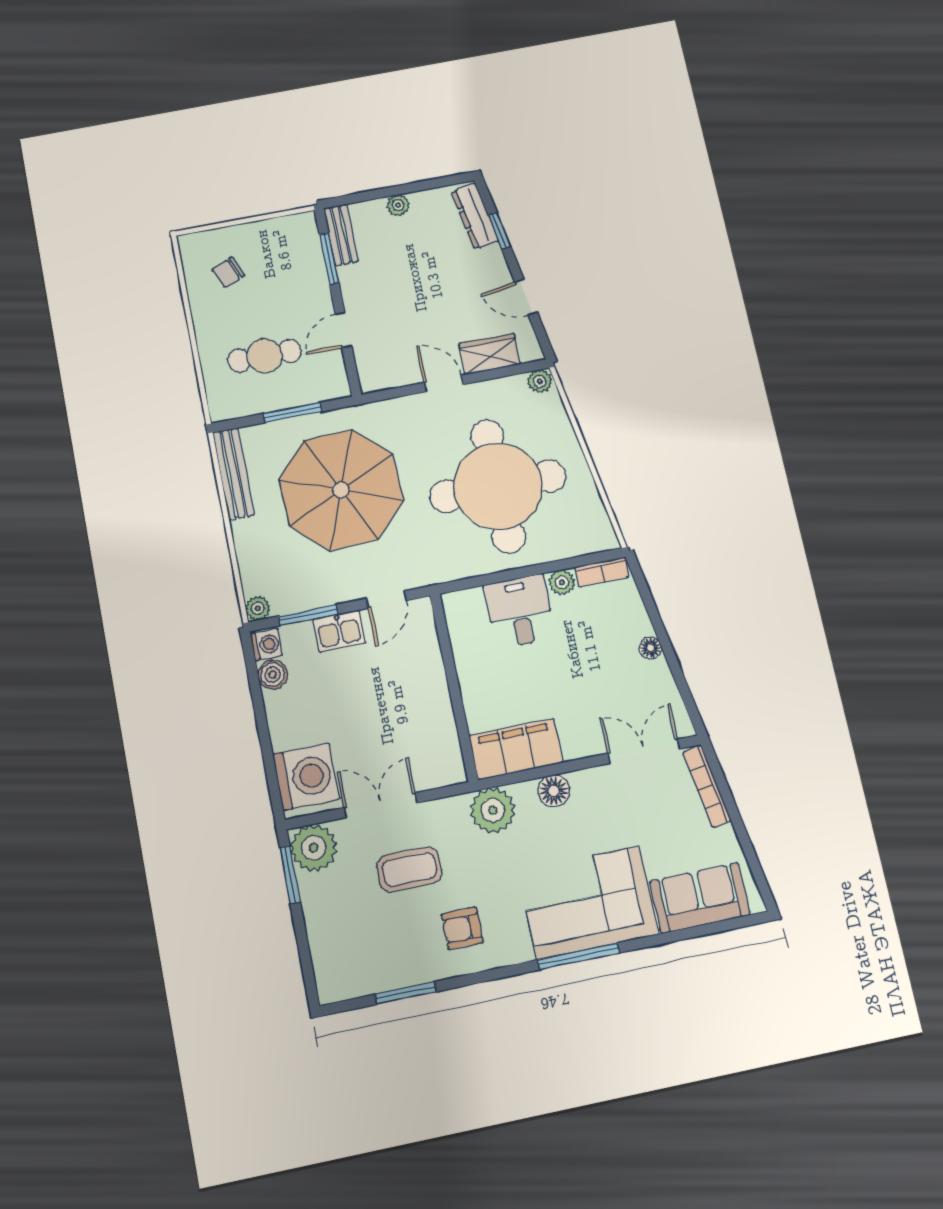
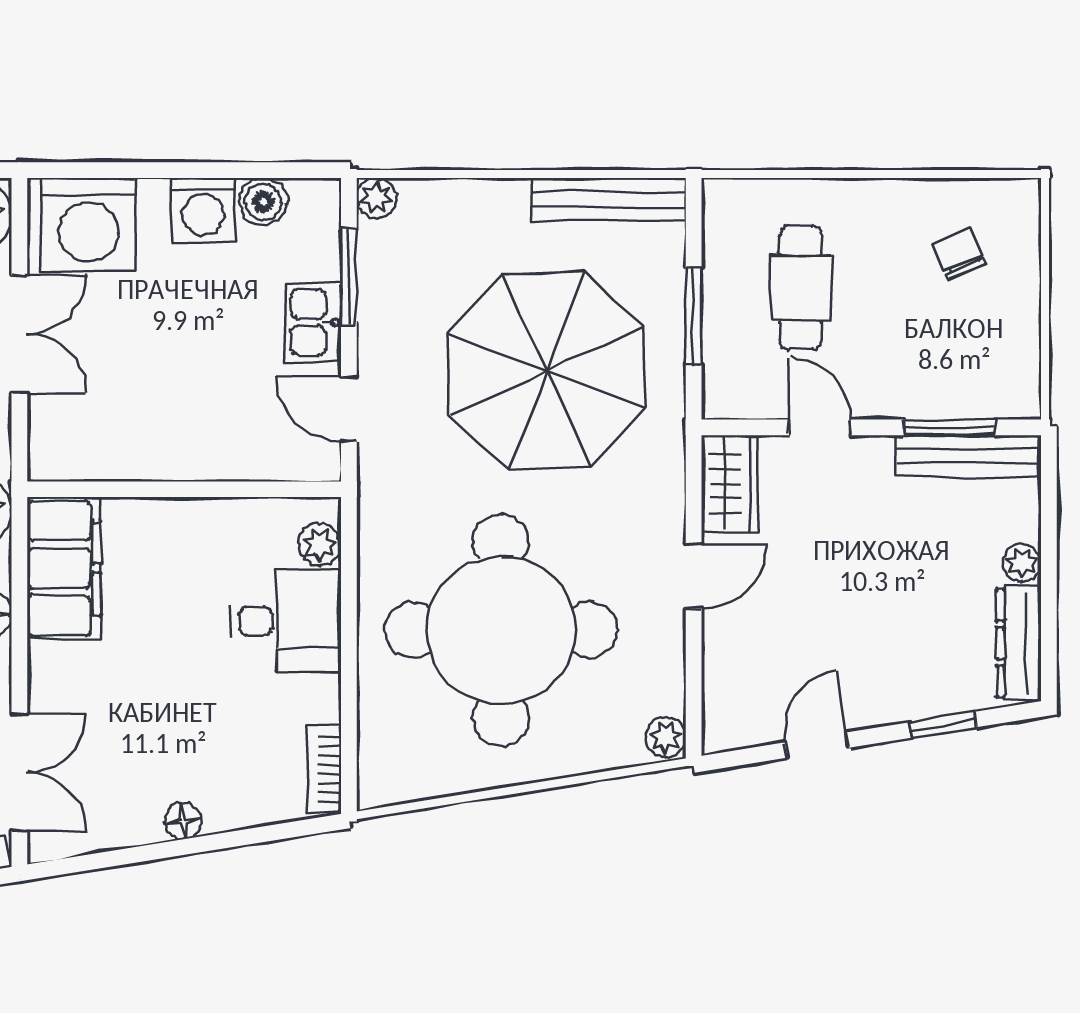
dresser: (475, 216) -> (1019, 643), moved, turned -81
bench: (341, 235) -> (968, 456), width x1.36
wardrobe: (490, 354) -> (729, 483), moved
plant: (562, 582) -> (320, 545), moved
washing machine: (266, 644) -> (203, 210), moved, width x1.38, depth x1.38

